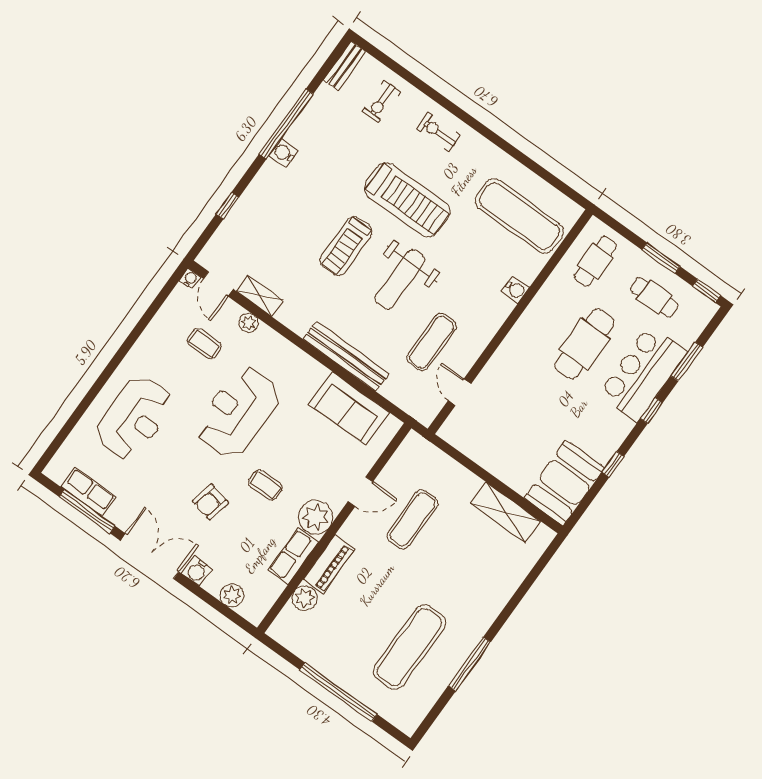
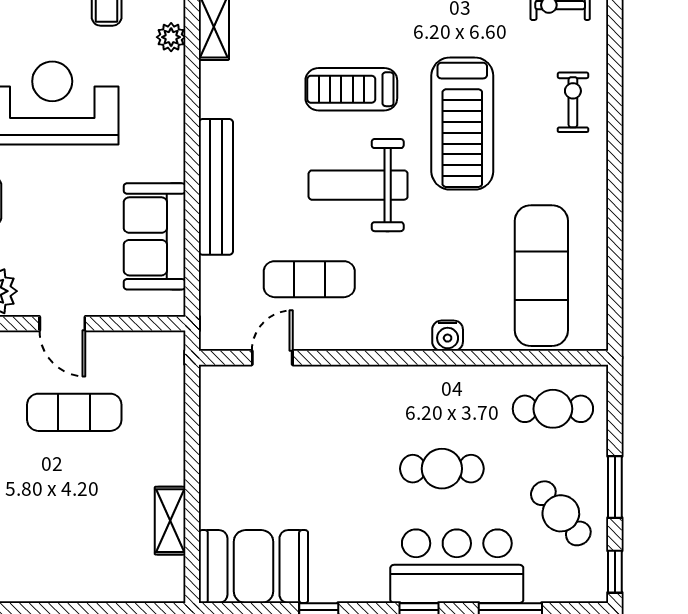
cafe table: (654, 297) -> (561, 513), turned -41
cafe table: (585, 344) -> (442, 469), width x0.73, depth x0.74
shelving: (506, 513) -> (170, 521), width x0.67, depth x0.75

